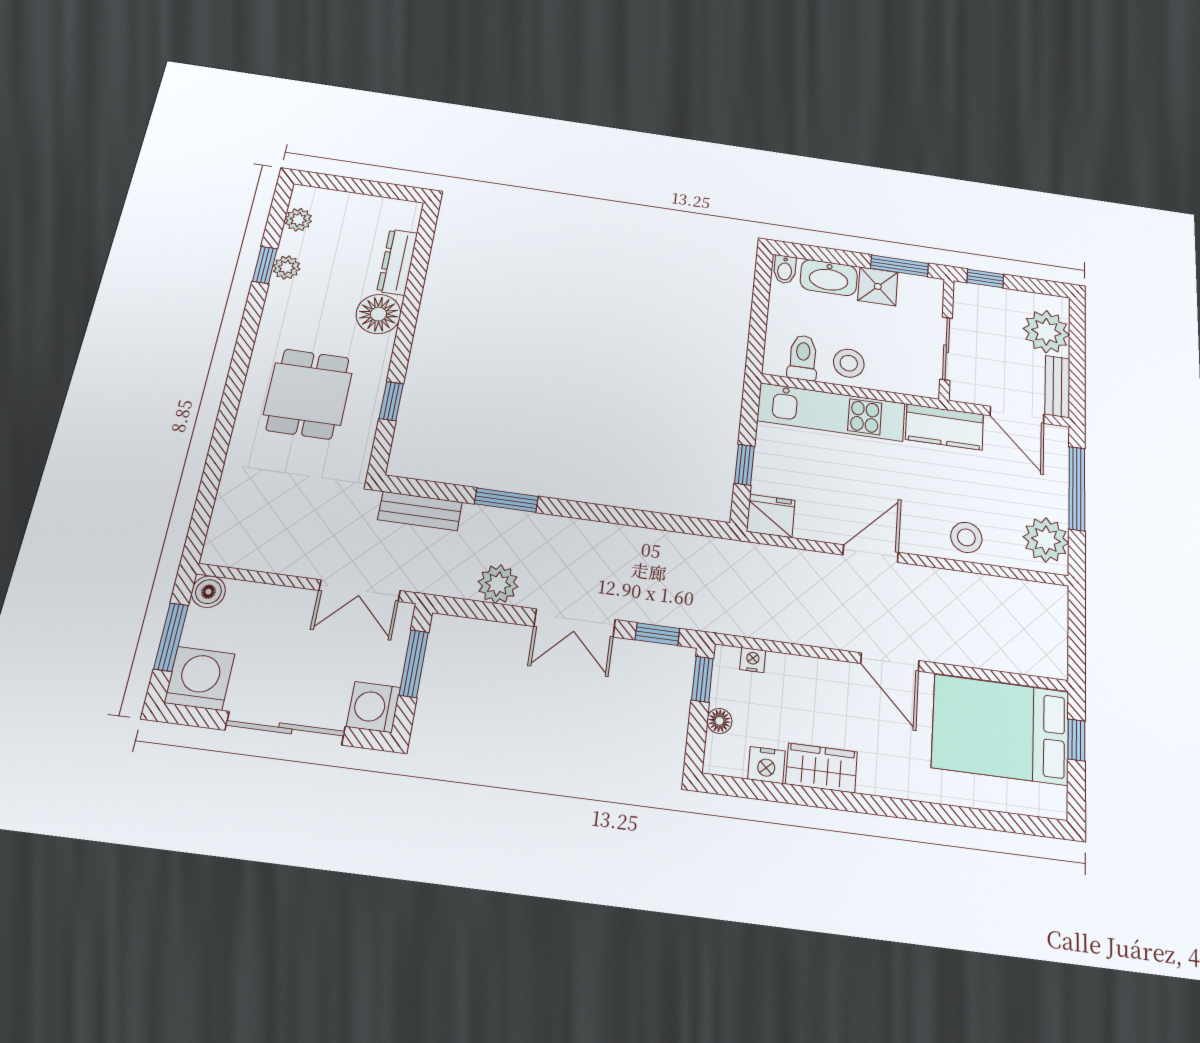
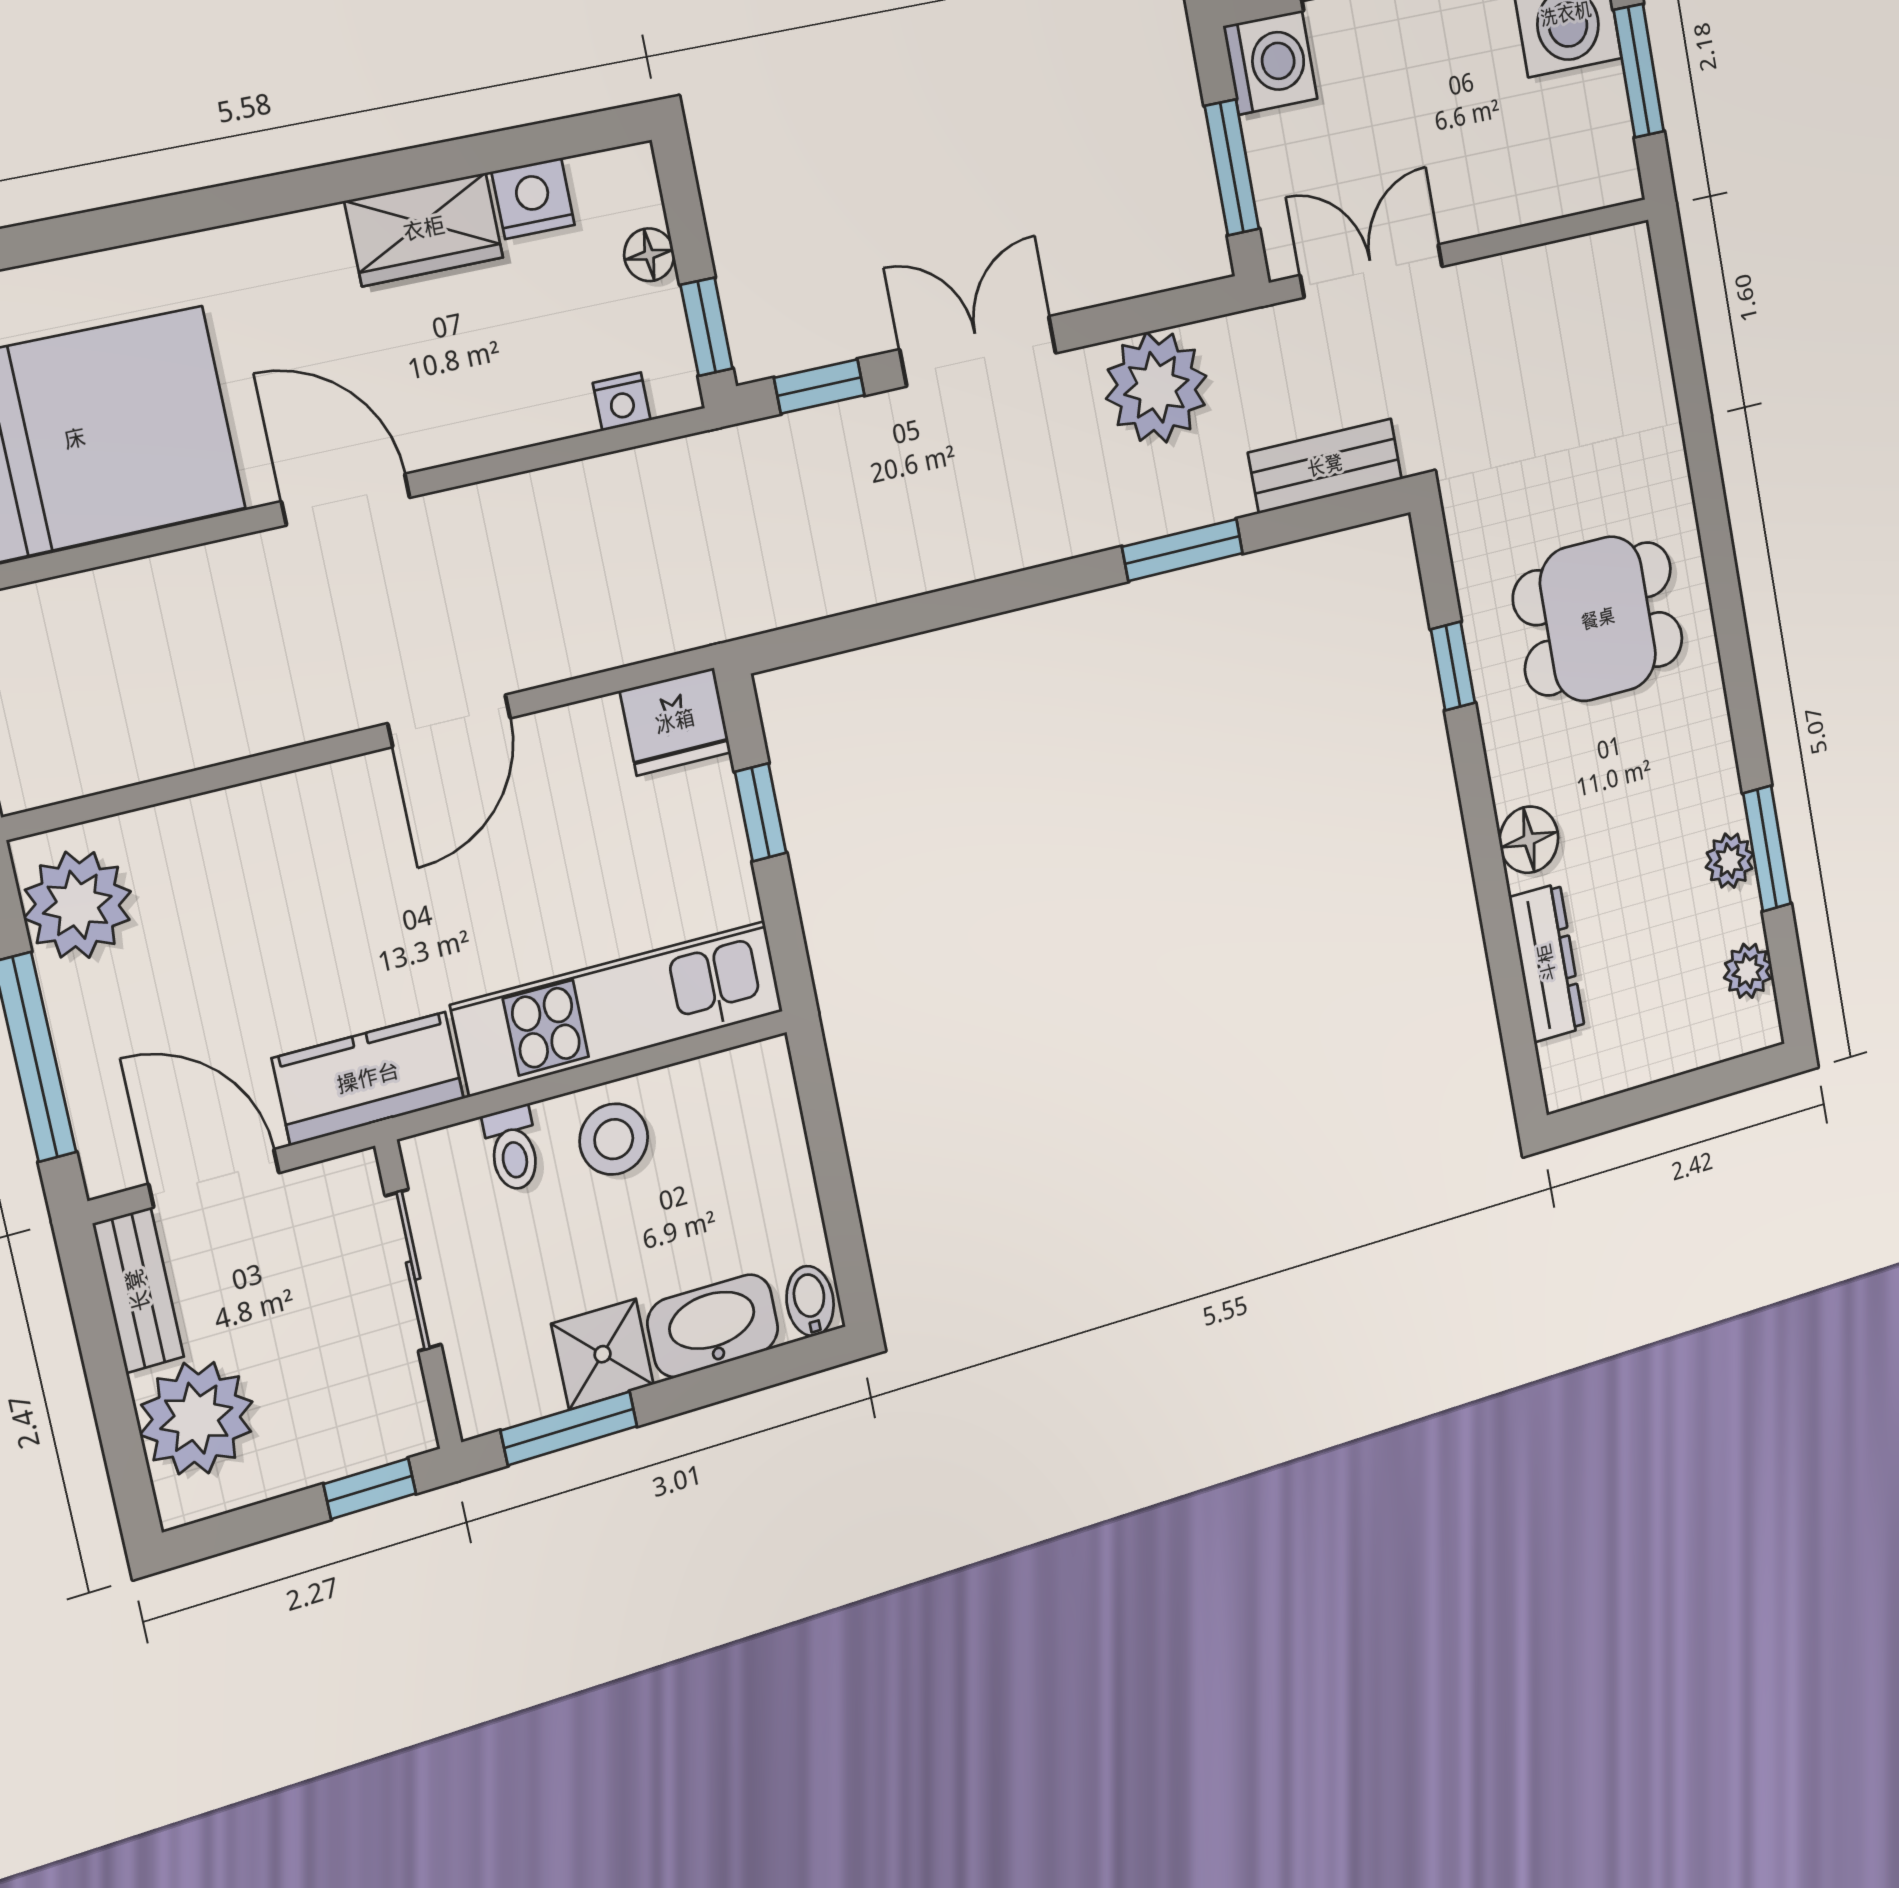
window: (265, 265) -> (1767, 849), width x1.50
floor lamp: (378, 314) -> (1529, 840), width x0.73, depth x0.73
toilet: (803, 358) -> (513, 1149), moved, width x0.73, depth x0.72
dining table: (308, 394) -> (1598, 619), turned 90
stool: (966, 537) -> (255, 839), removed
plant: (498, 584) -> (1156, 387), width x1.36, depth x1.36
boiler: (208, 592) -> (1613, 174), removed

